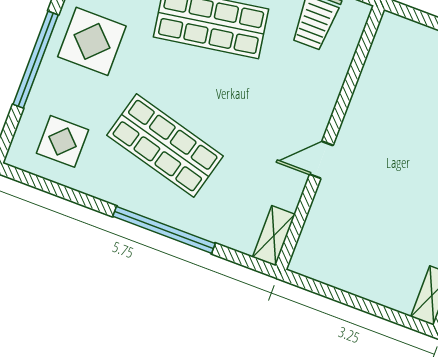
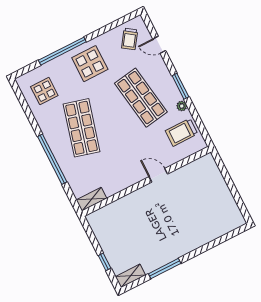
door: (321, 160) -> (158, 175), moved
window: (376, 309) -> (105, 262), added

